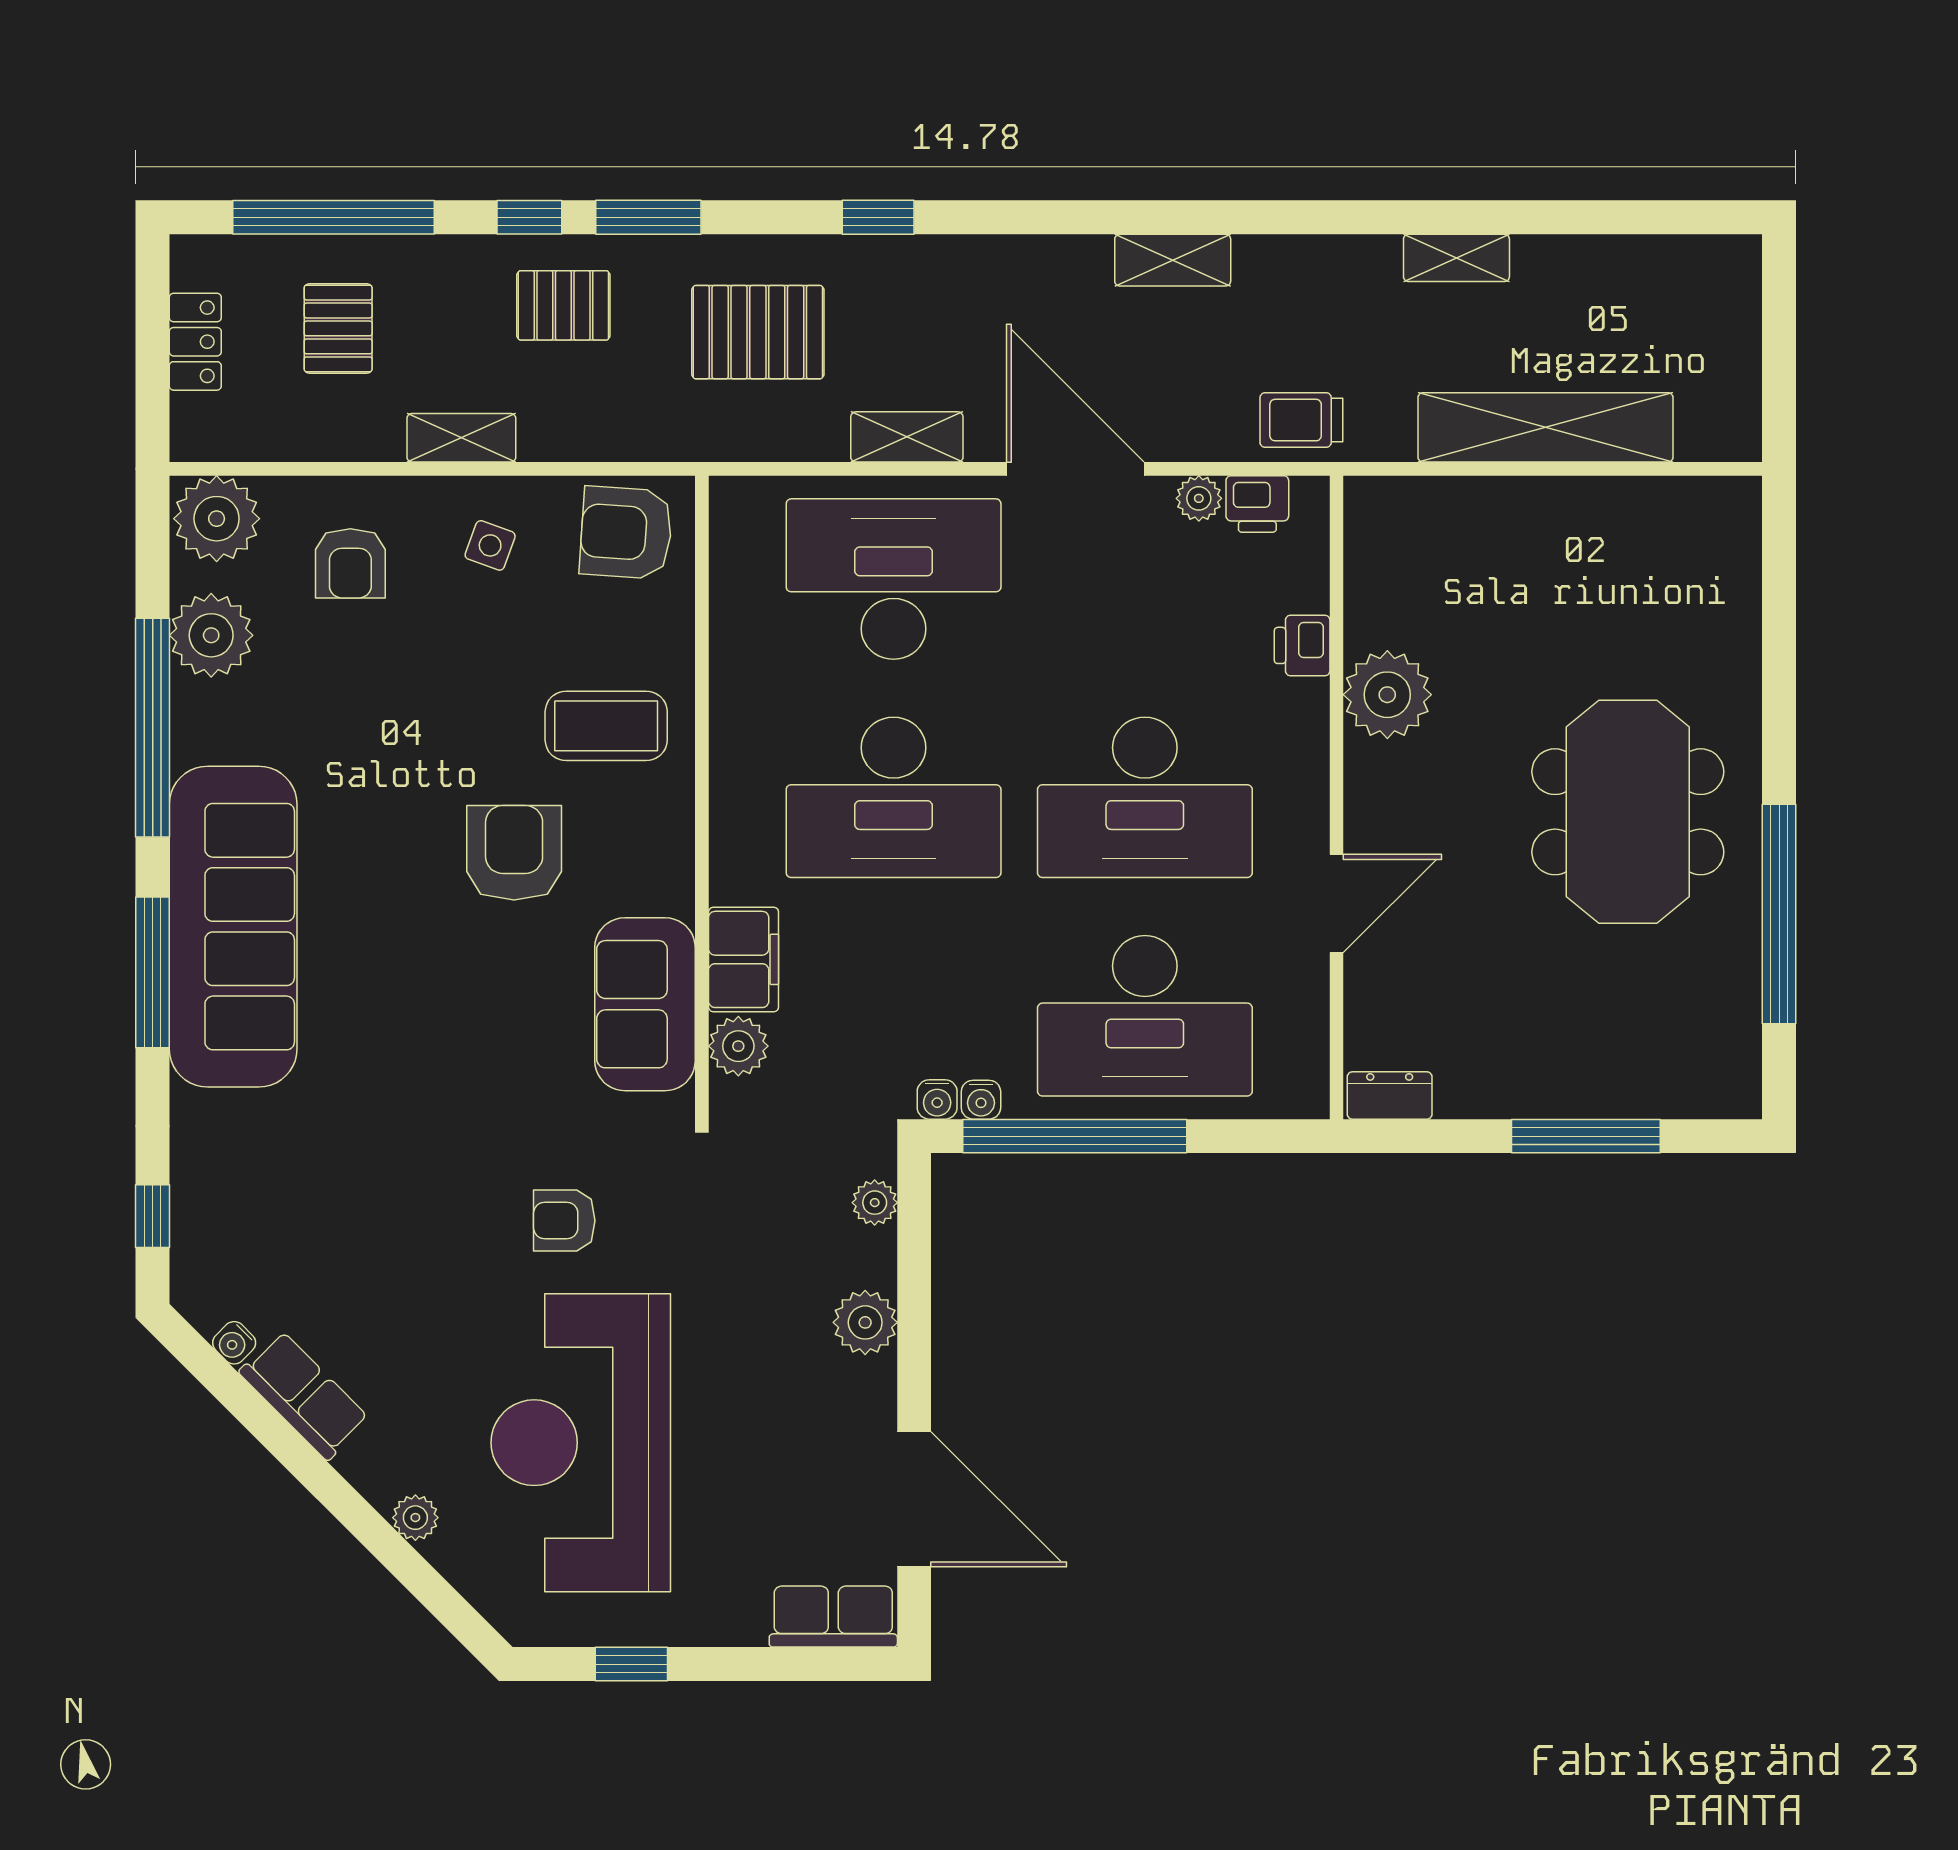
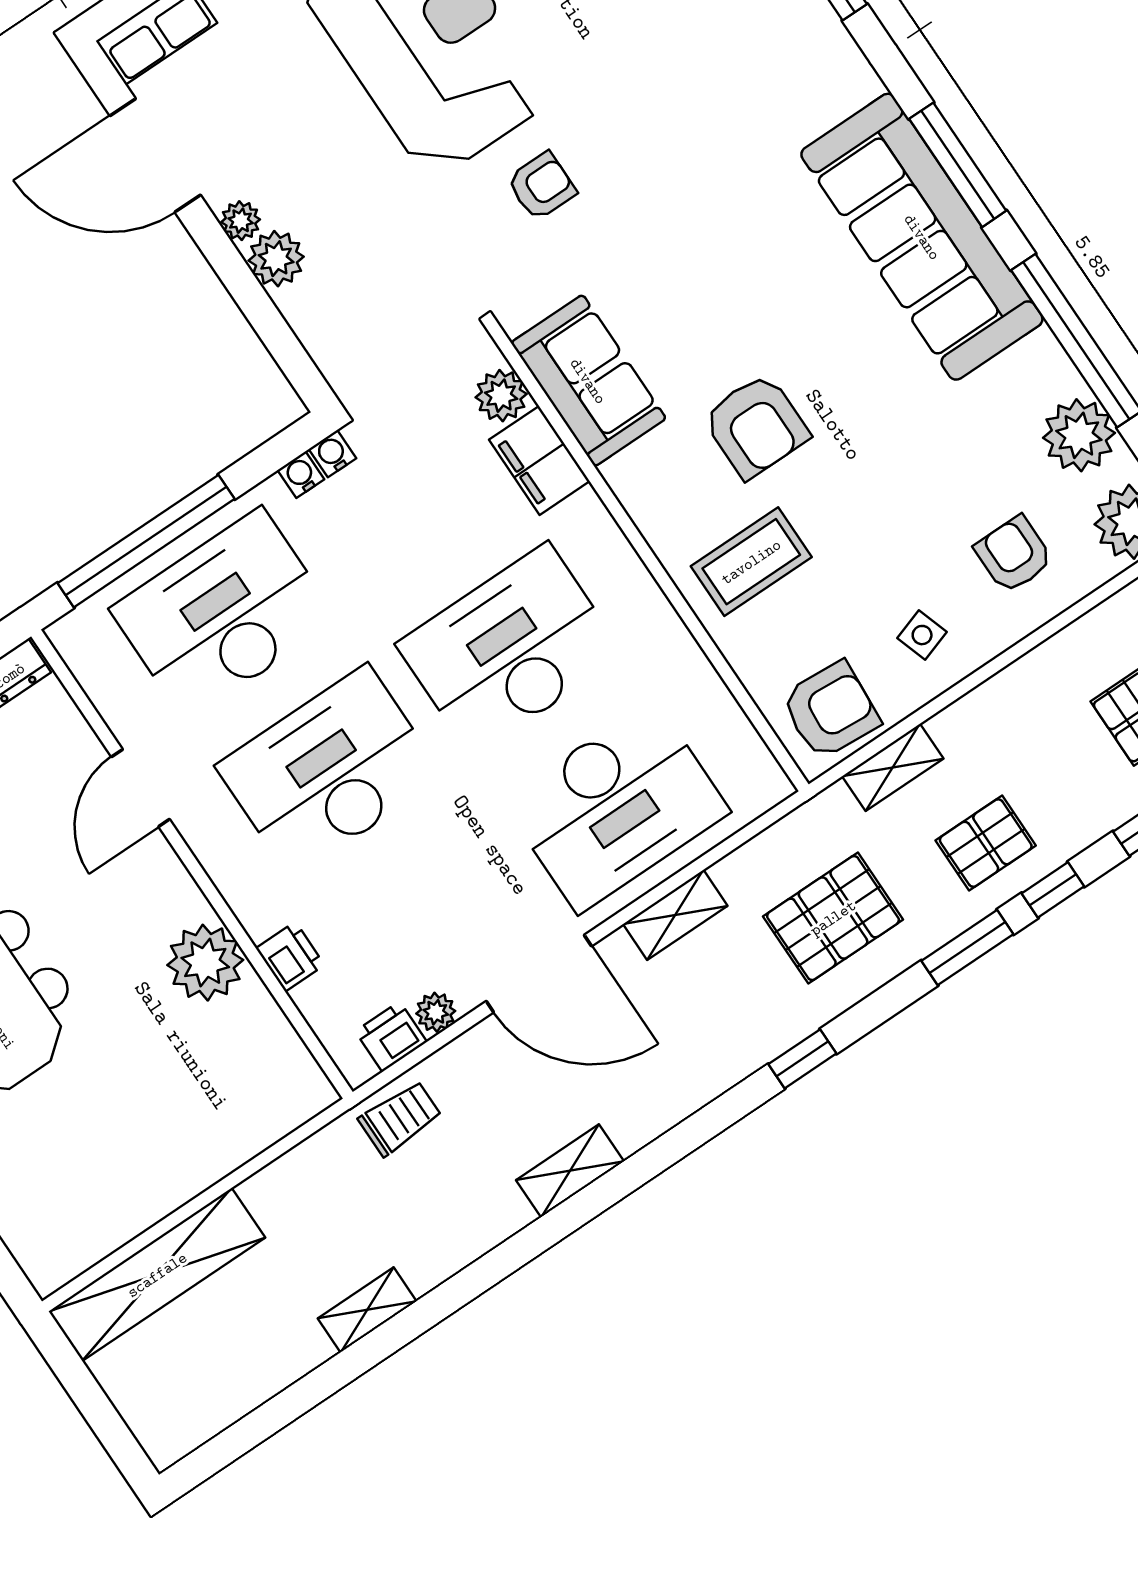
shelving: (1545, 427) -> (157, 1275), moved
shelving: (461, 438) -> (893, 767), moved
side table: (490, 545) -> (922, 635), turned -38
window: (1075, 1136) -> (146, 541), moved
plant: (875, 1203) -> (241, 221), moved

